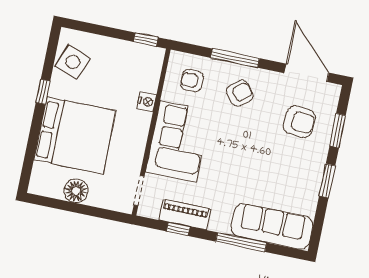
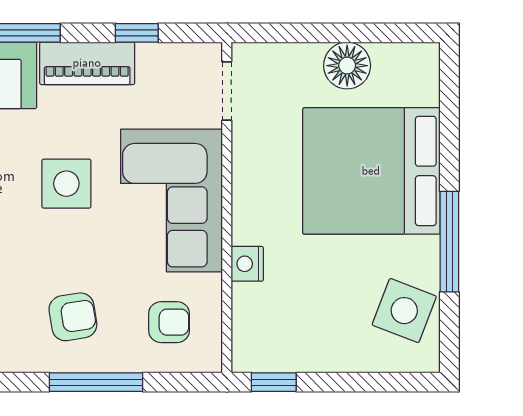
window: (43, 92) -> (449, 242), width x2.17
armchair: (240, 93) -> (73, 317), turned -151
side table: (229, 161) -> (66, 184), added
piano: (185, 214) -> (87, 63), moved

